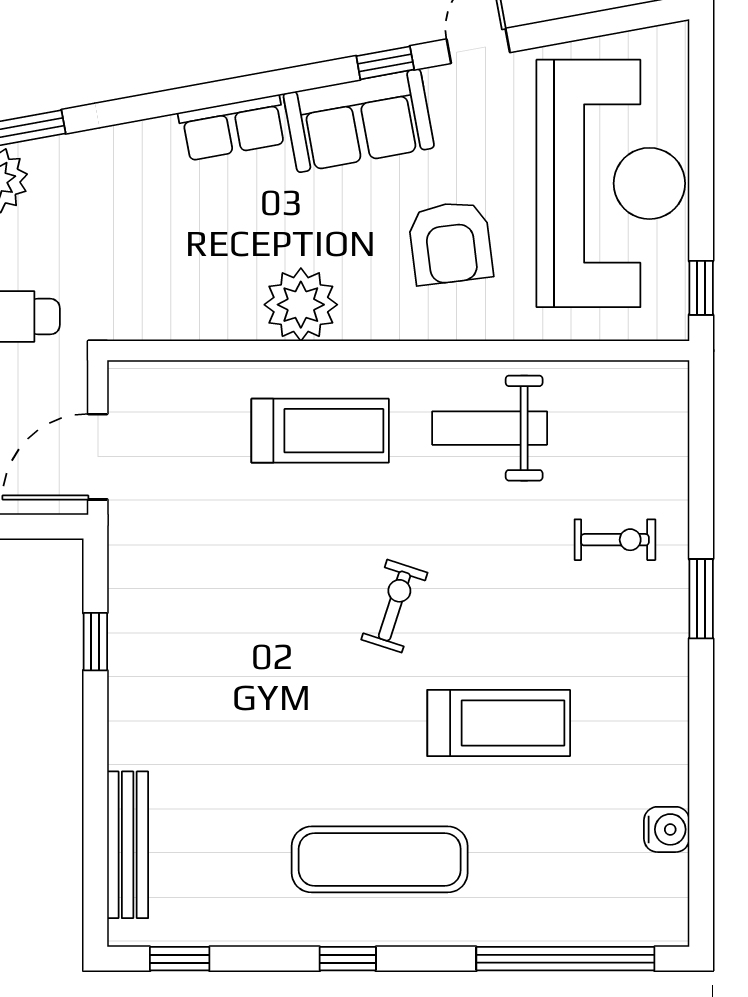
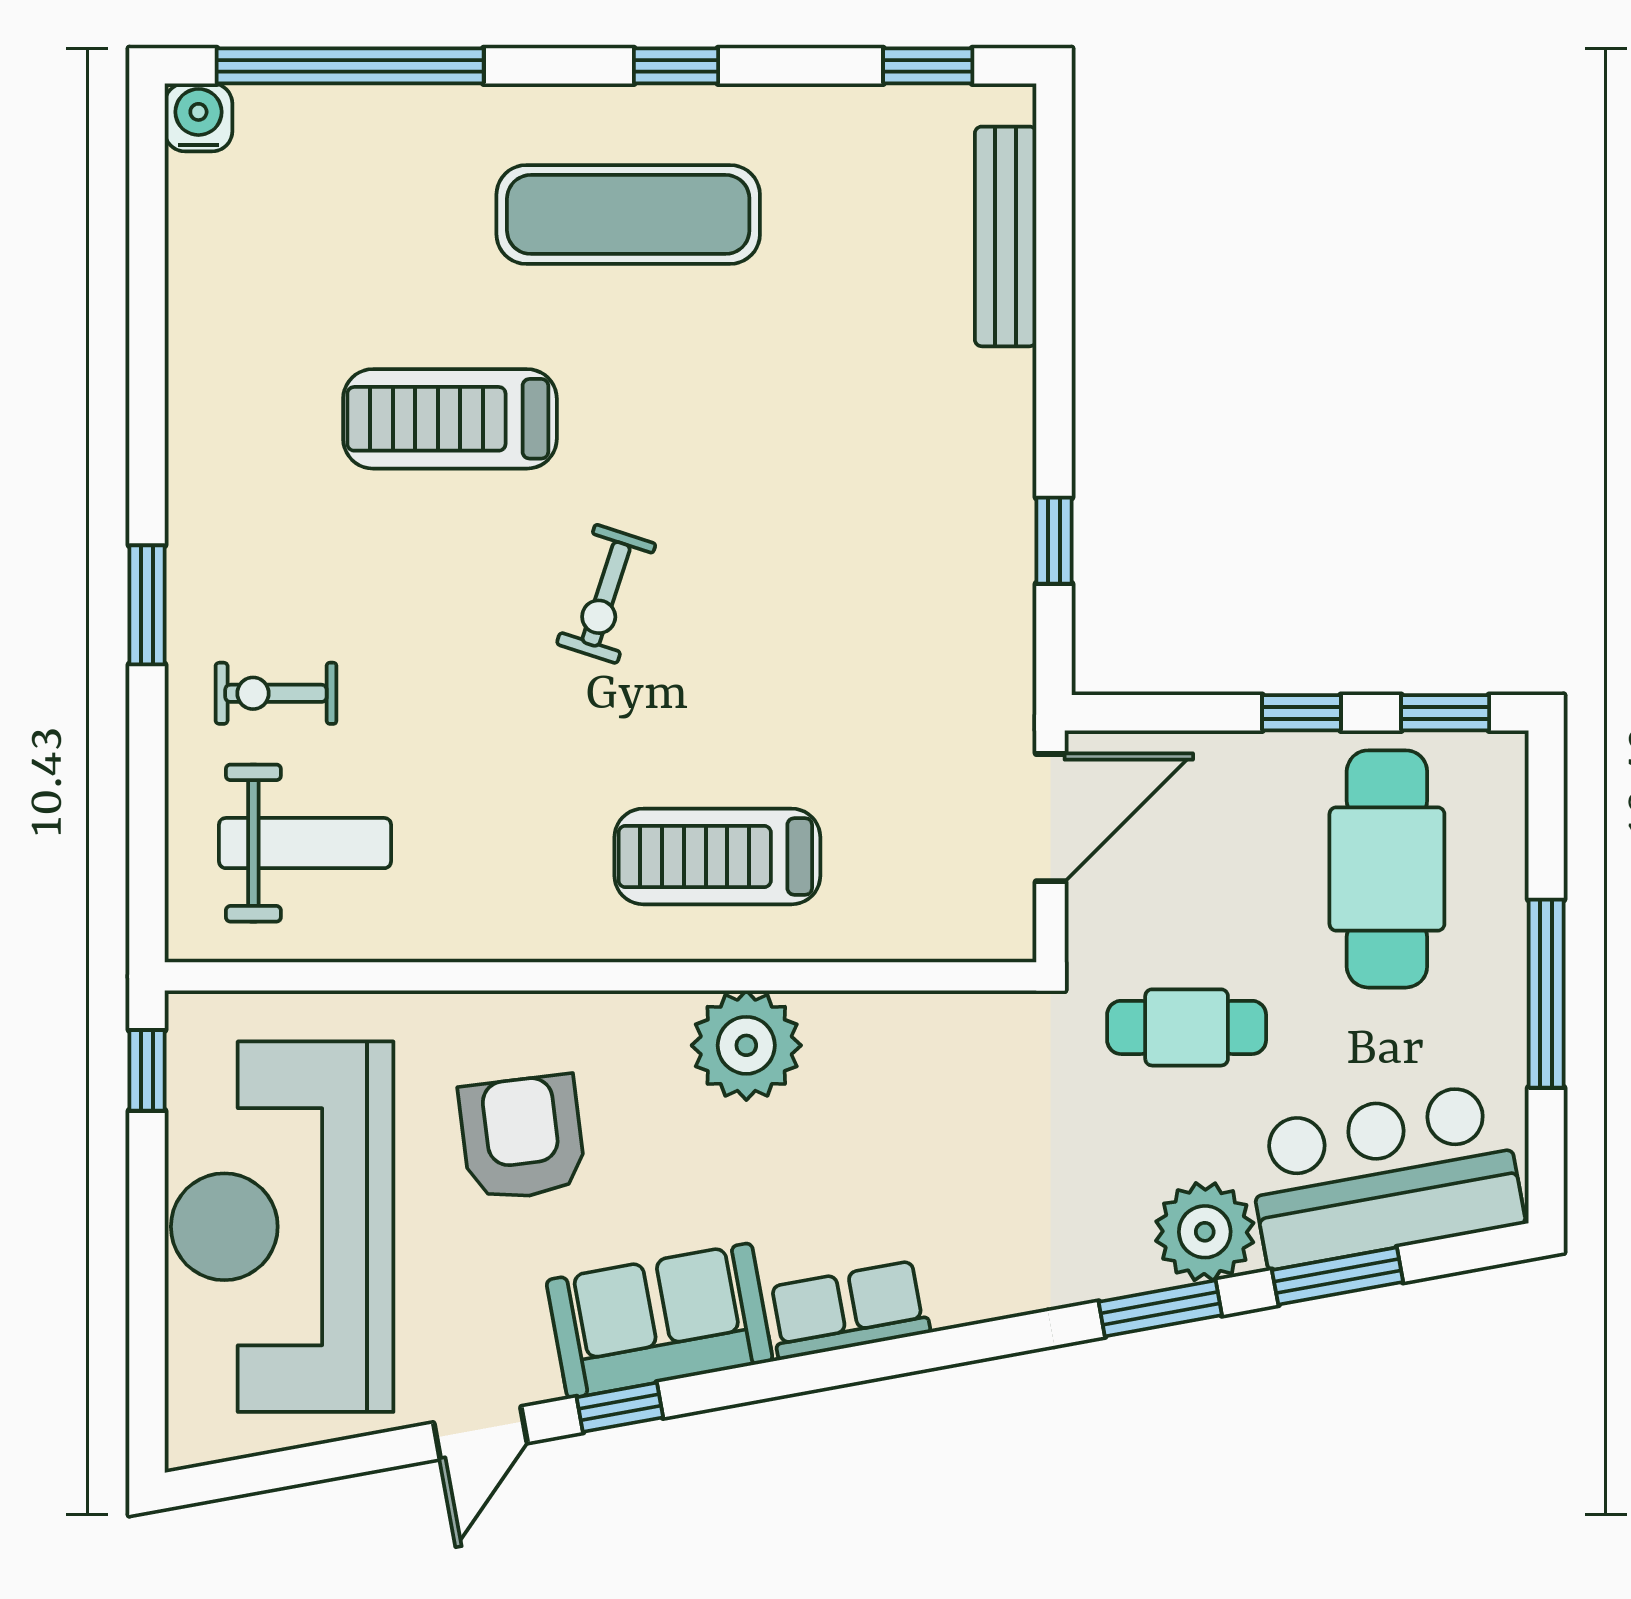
weight bench: (490, 428) -> (305, 843), moved
water cooler: (667, 829) -> (198, 117), moved, turned 90

